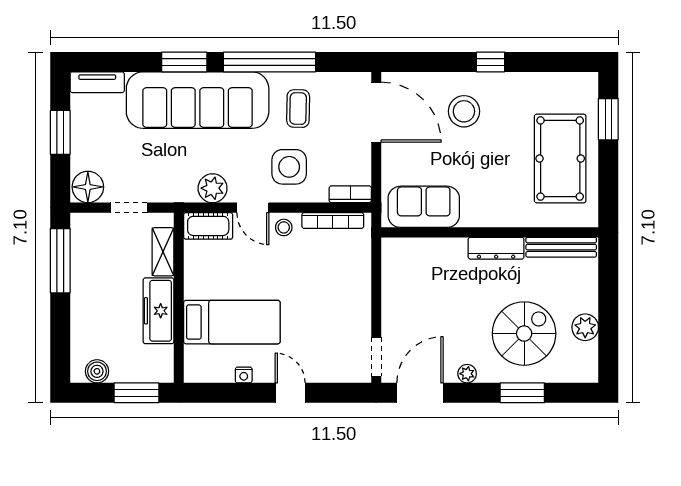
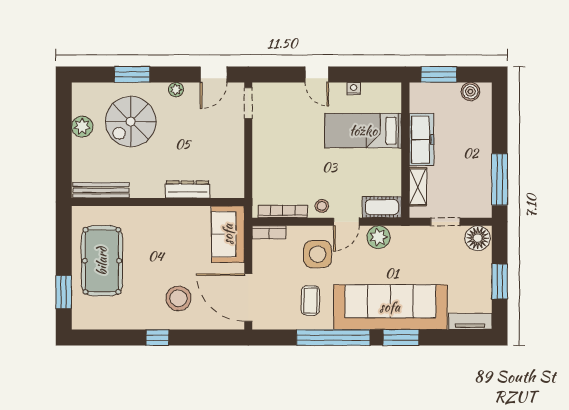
sofa: (424, 207) -> (228, 234), moved, turned 90
door: (253, 208) -> (346, 222), swing flipped
dresser: (496, 248) -> (188, 189), moved
door: (420, 393) -> (214, 74), width x0.73

